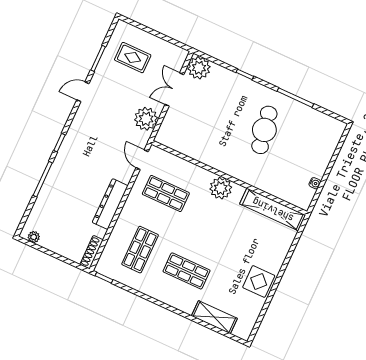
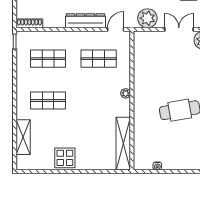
plant: (221, 188) -> (126, 93), width x0.53, depth x0.53
shop shelf: (166, 193) -> (99, 59), turned 90
dresser: (110, 204) -> (85, 21), moved
shop shelf: (187, 271) -> (48, 101), turned 90

